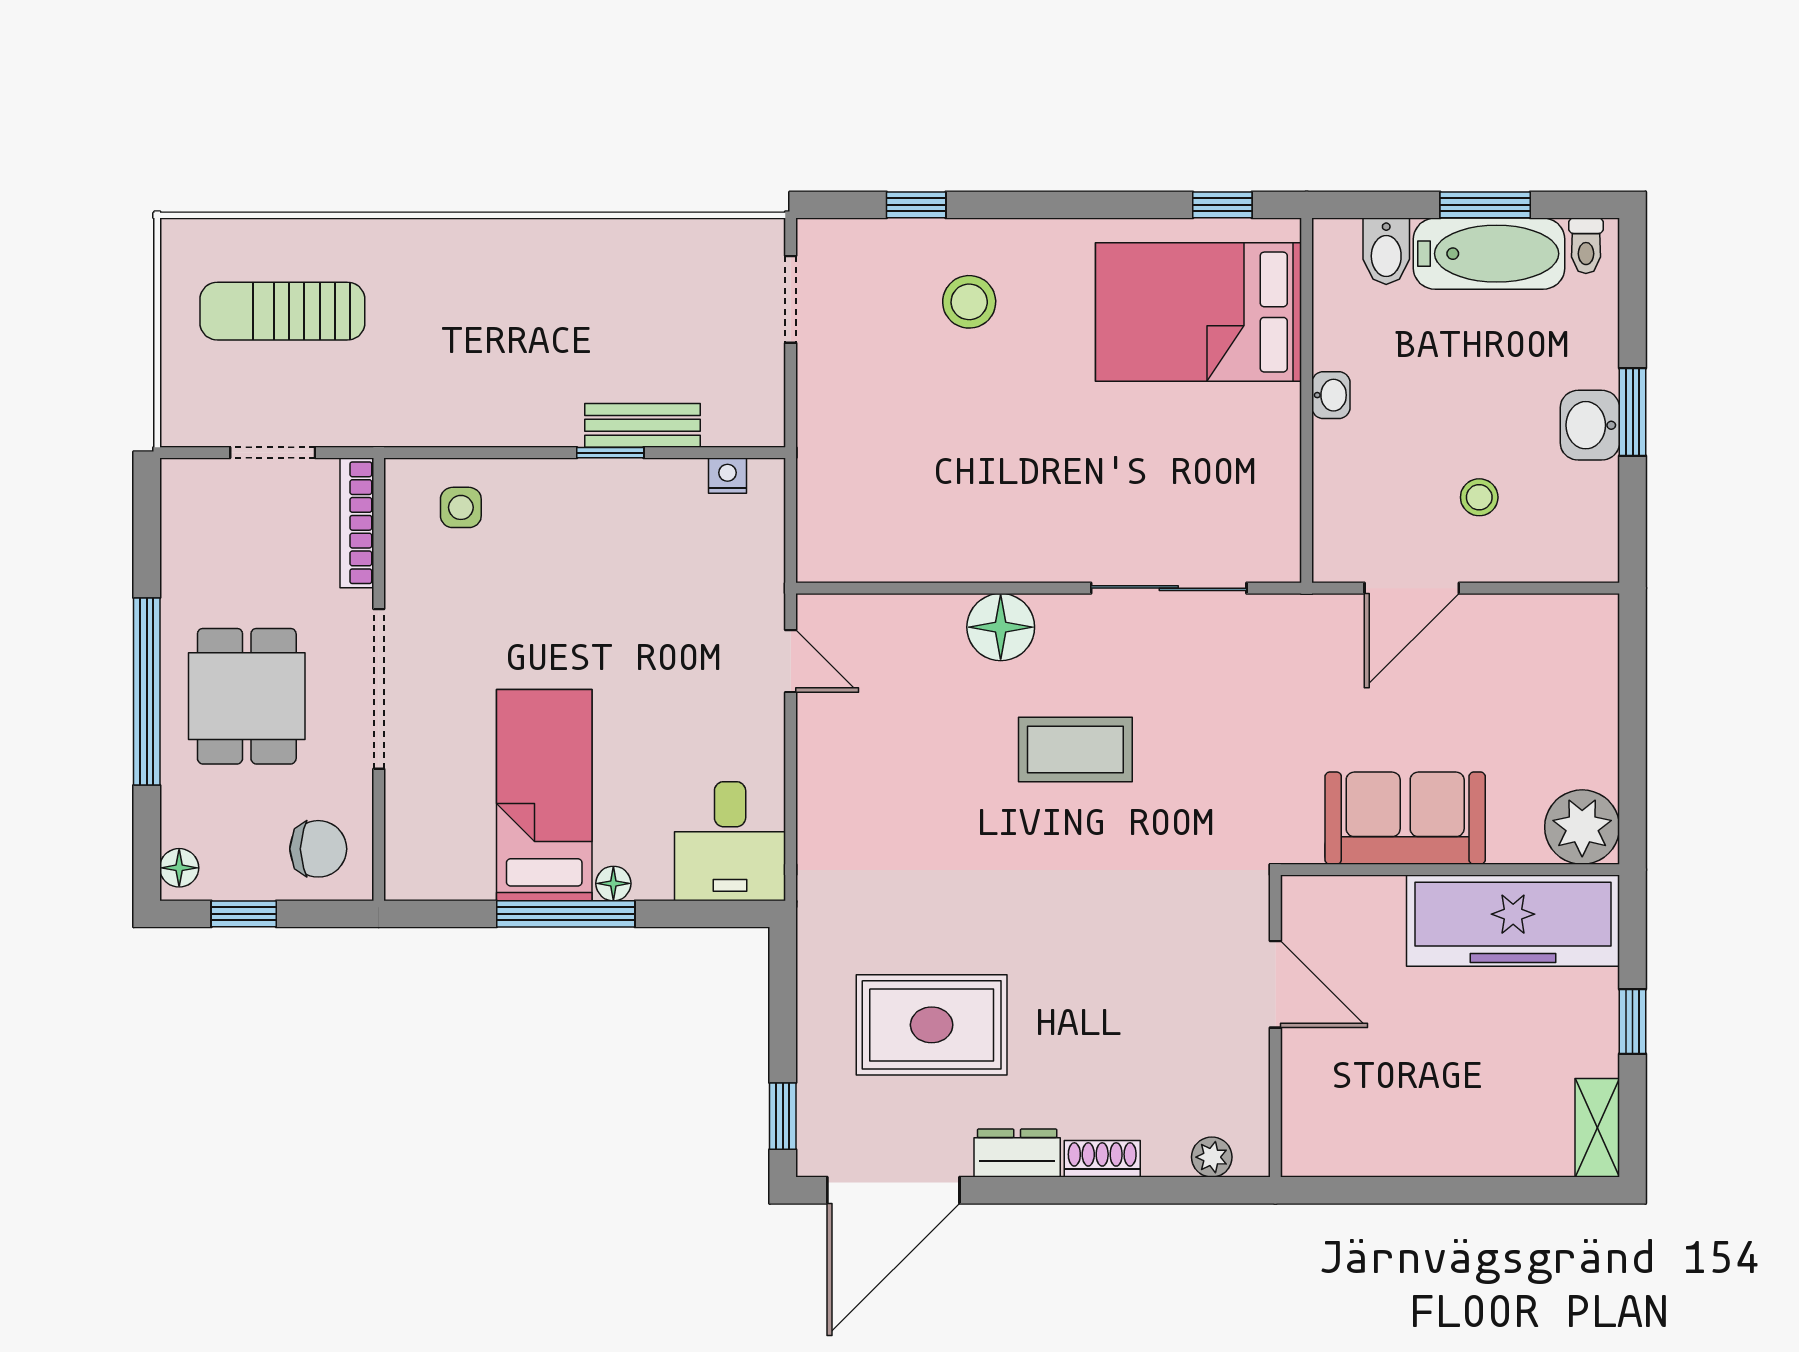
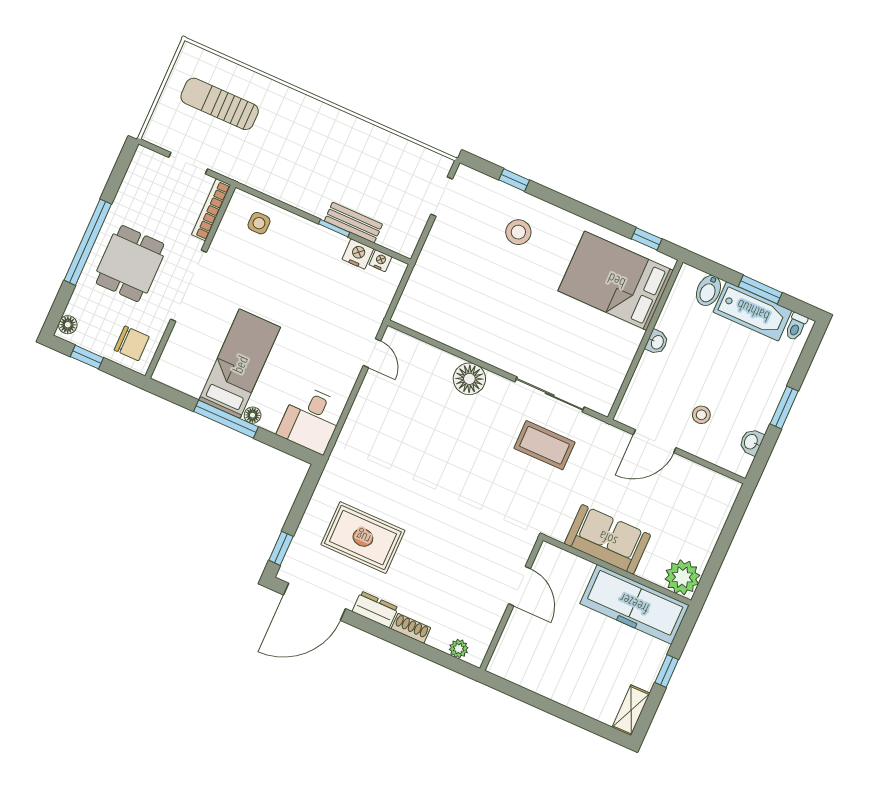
washbasin: (1590, 425) -> (751, 442), moved, width x0.72, depth x0.69
nightstand: (678, 482) -> (358, 254), added
coffee table: (1075, 749) -> (544, 445), moved

